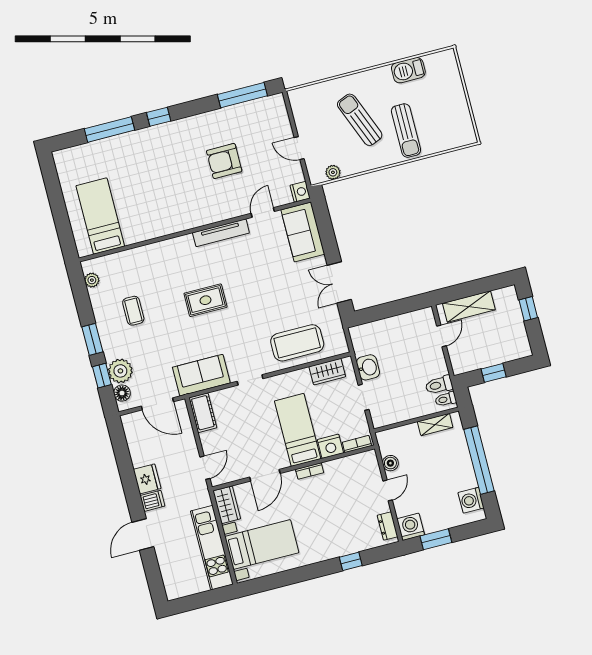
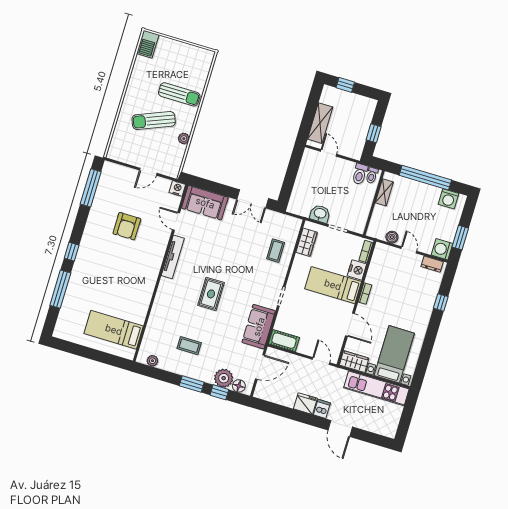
barbecue: (408, 70) -> (148, 44), moved
plant: (333, 172) -> (184, 139), moved
coffee table: (297, 343) -> (276, 251), width x0.54, depth x0.58

